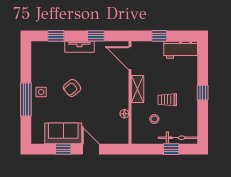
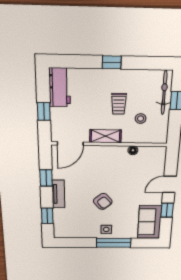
sofa: (63, 133) -> (150, 222), moved

